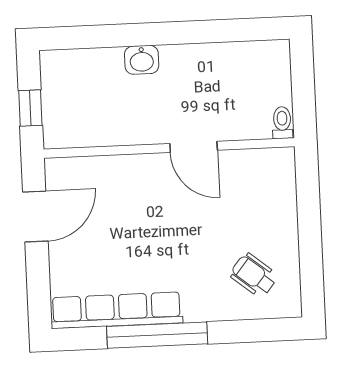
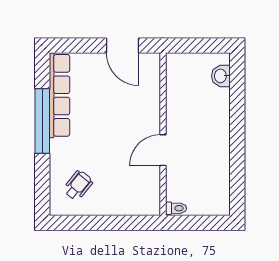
washbasin: (142, 60) -> (221, 76), moved
window: (30, 108) -> (193, 46), removed

